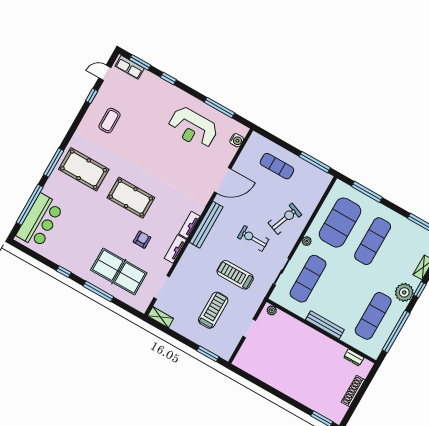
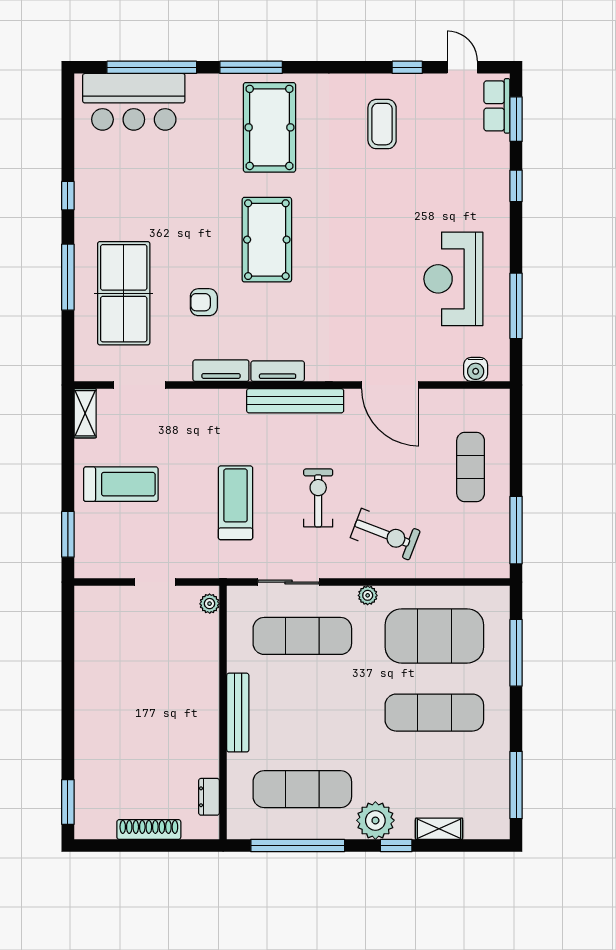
coffee table: (110, 121) -> (382, 124), turned 90
armchair: (142, 240) -> (204, 302), turned 180
treadmill: (213, 310) -> (121, 484), moved

